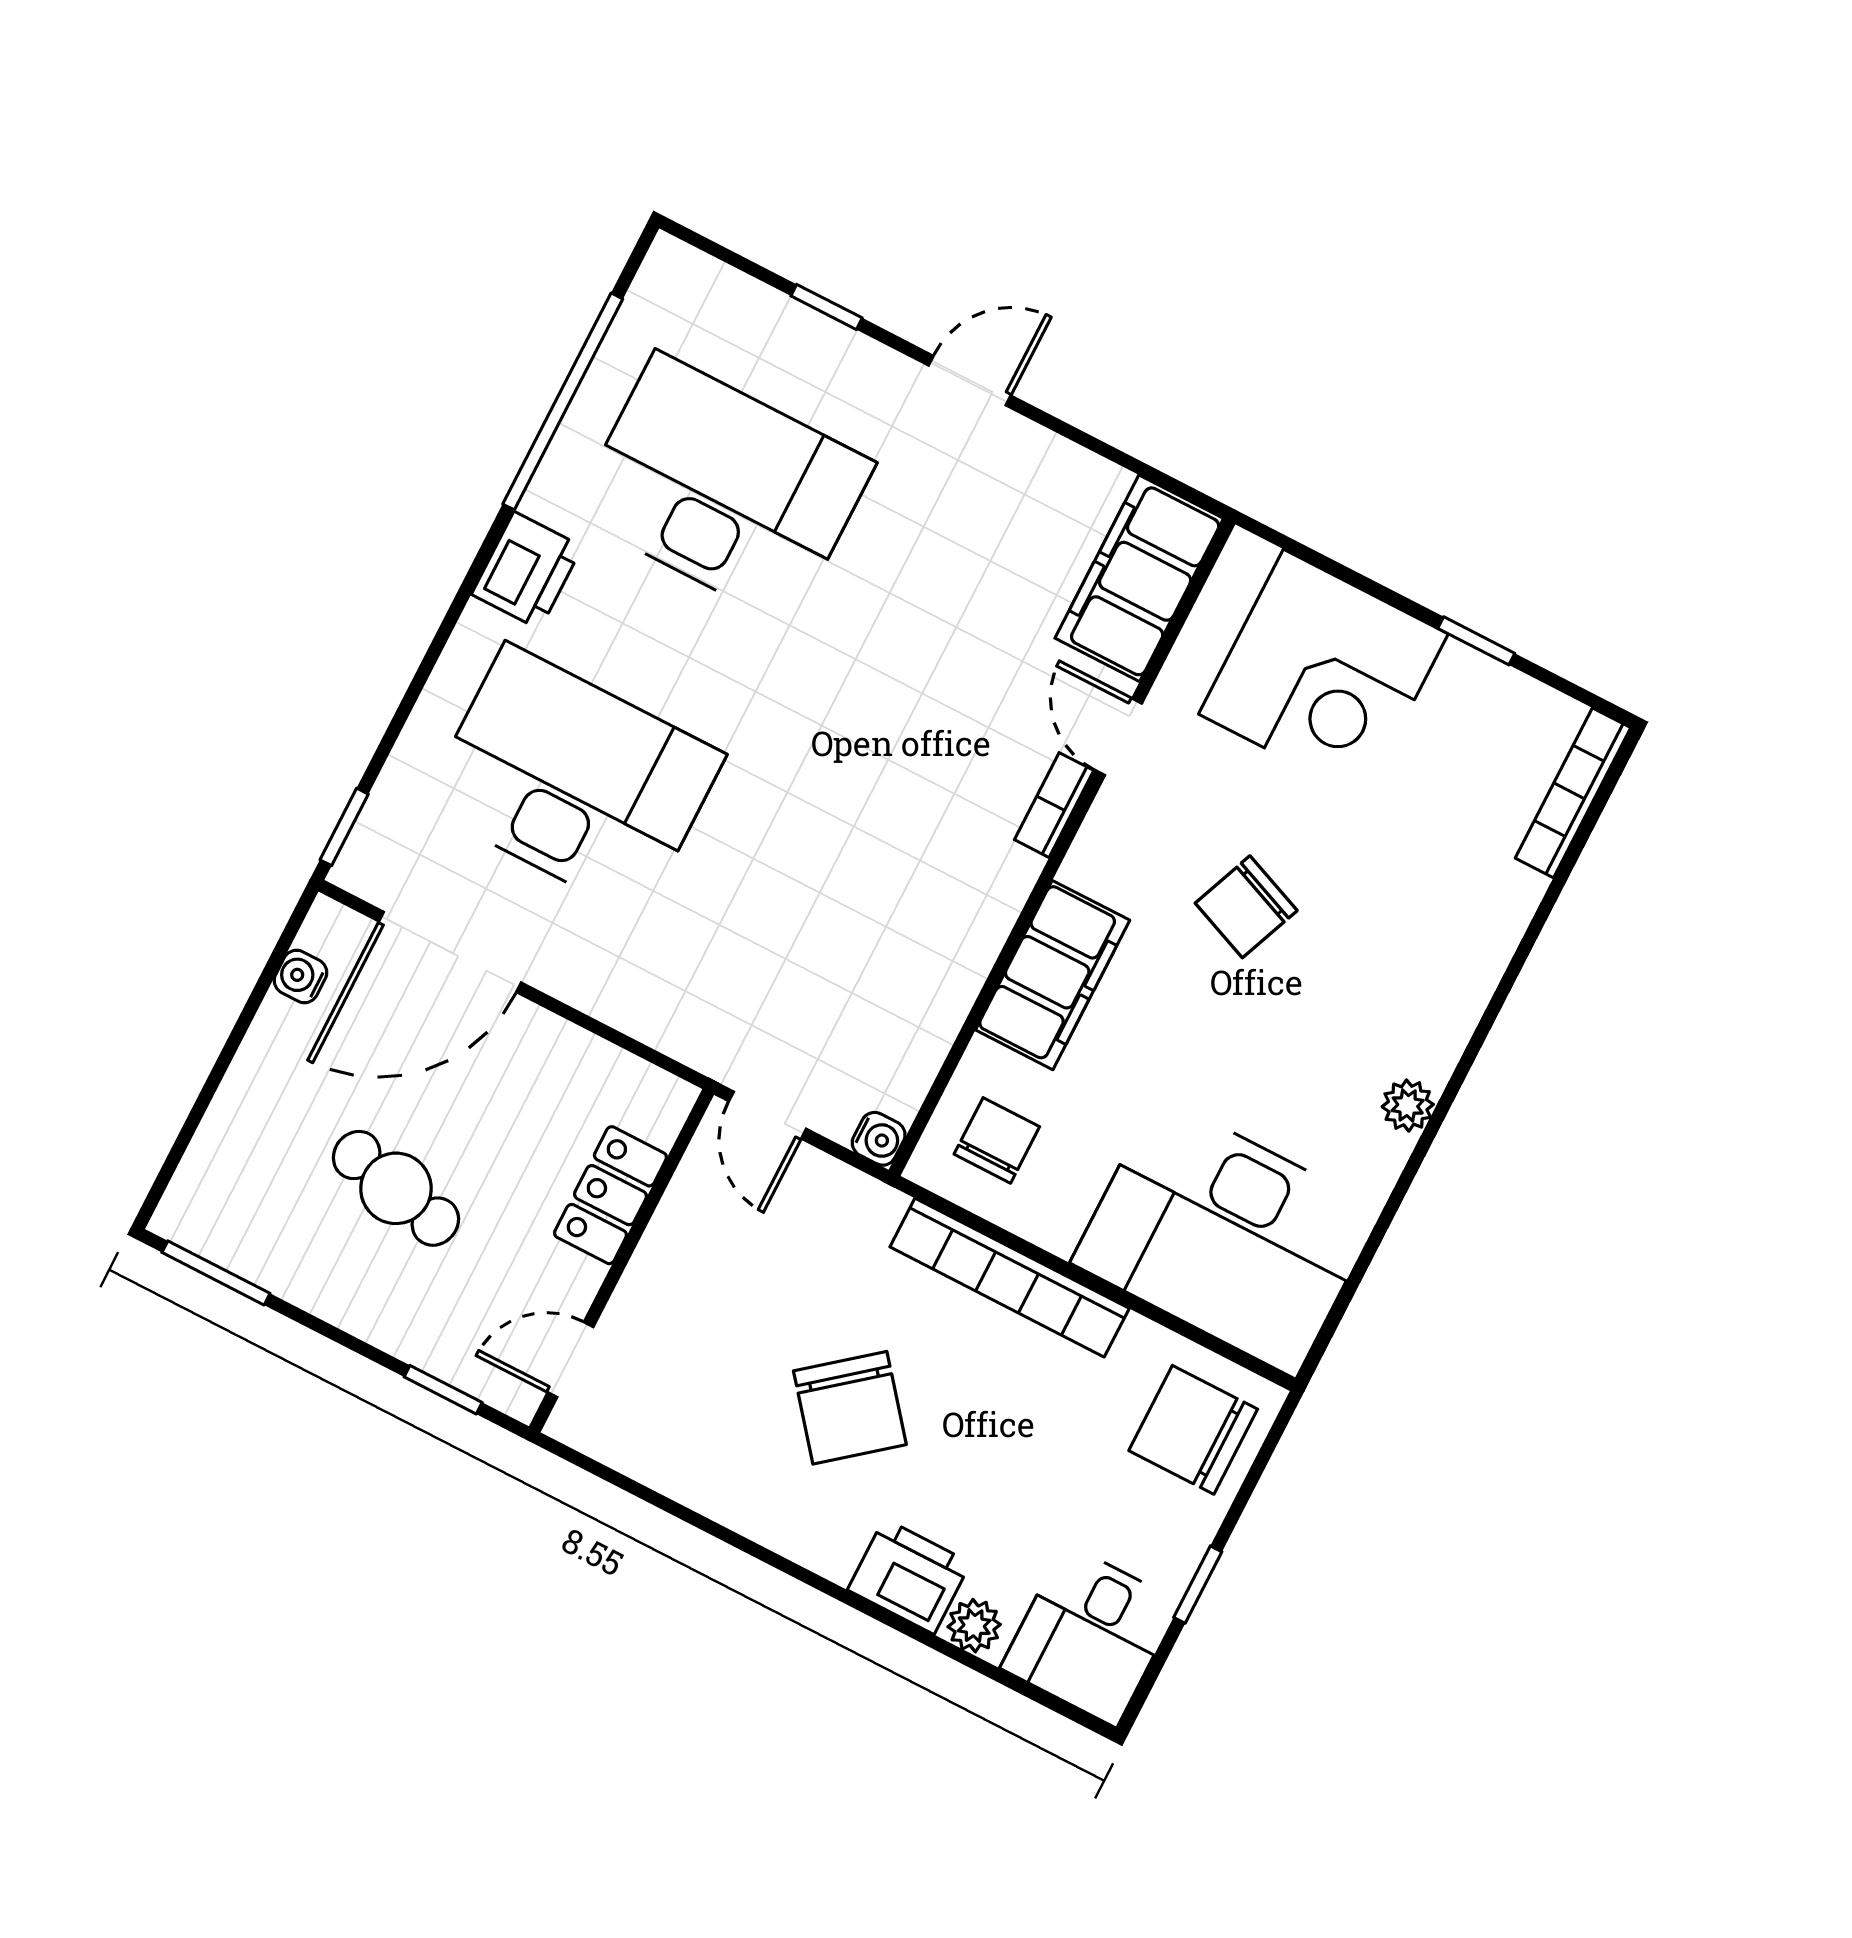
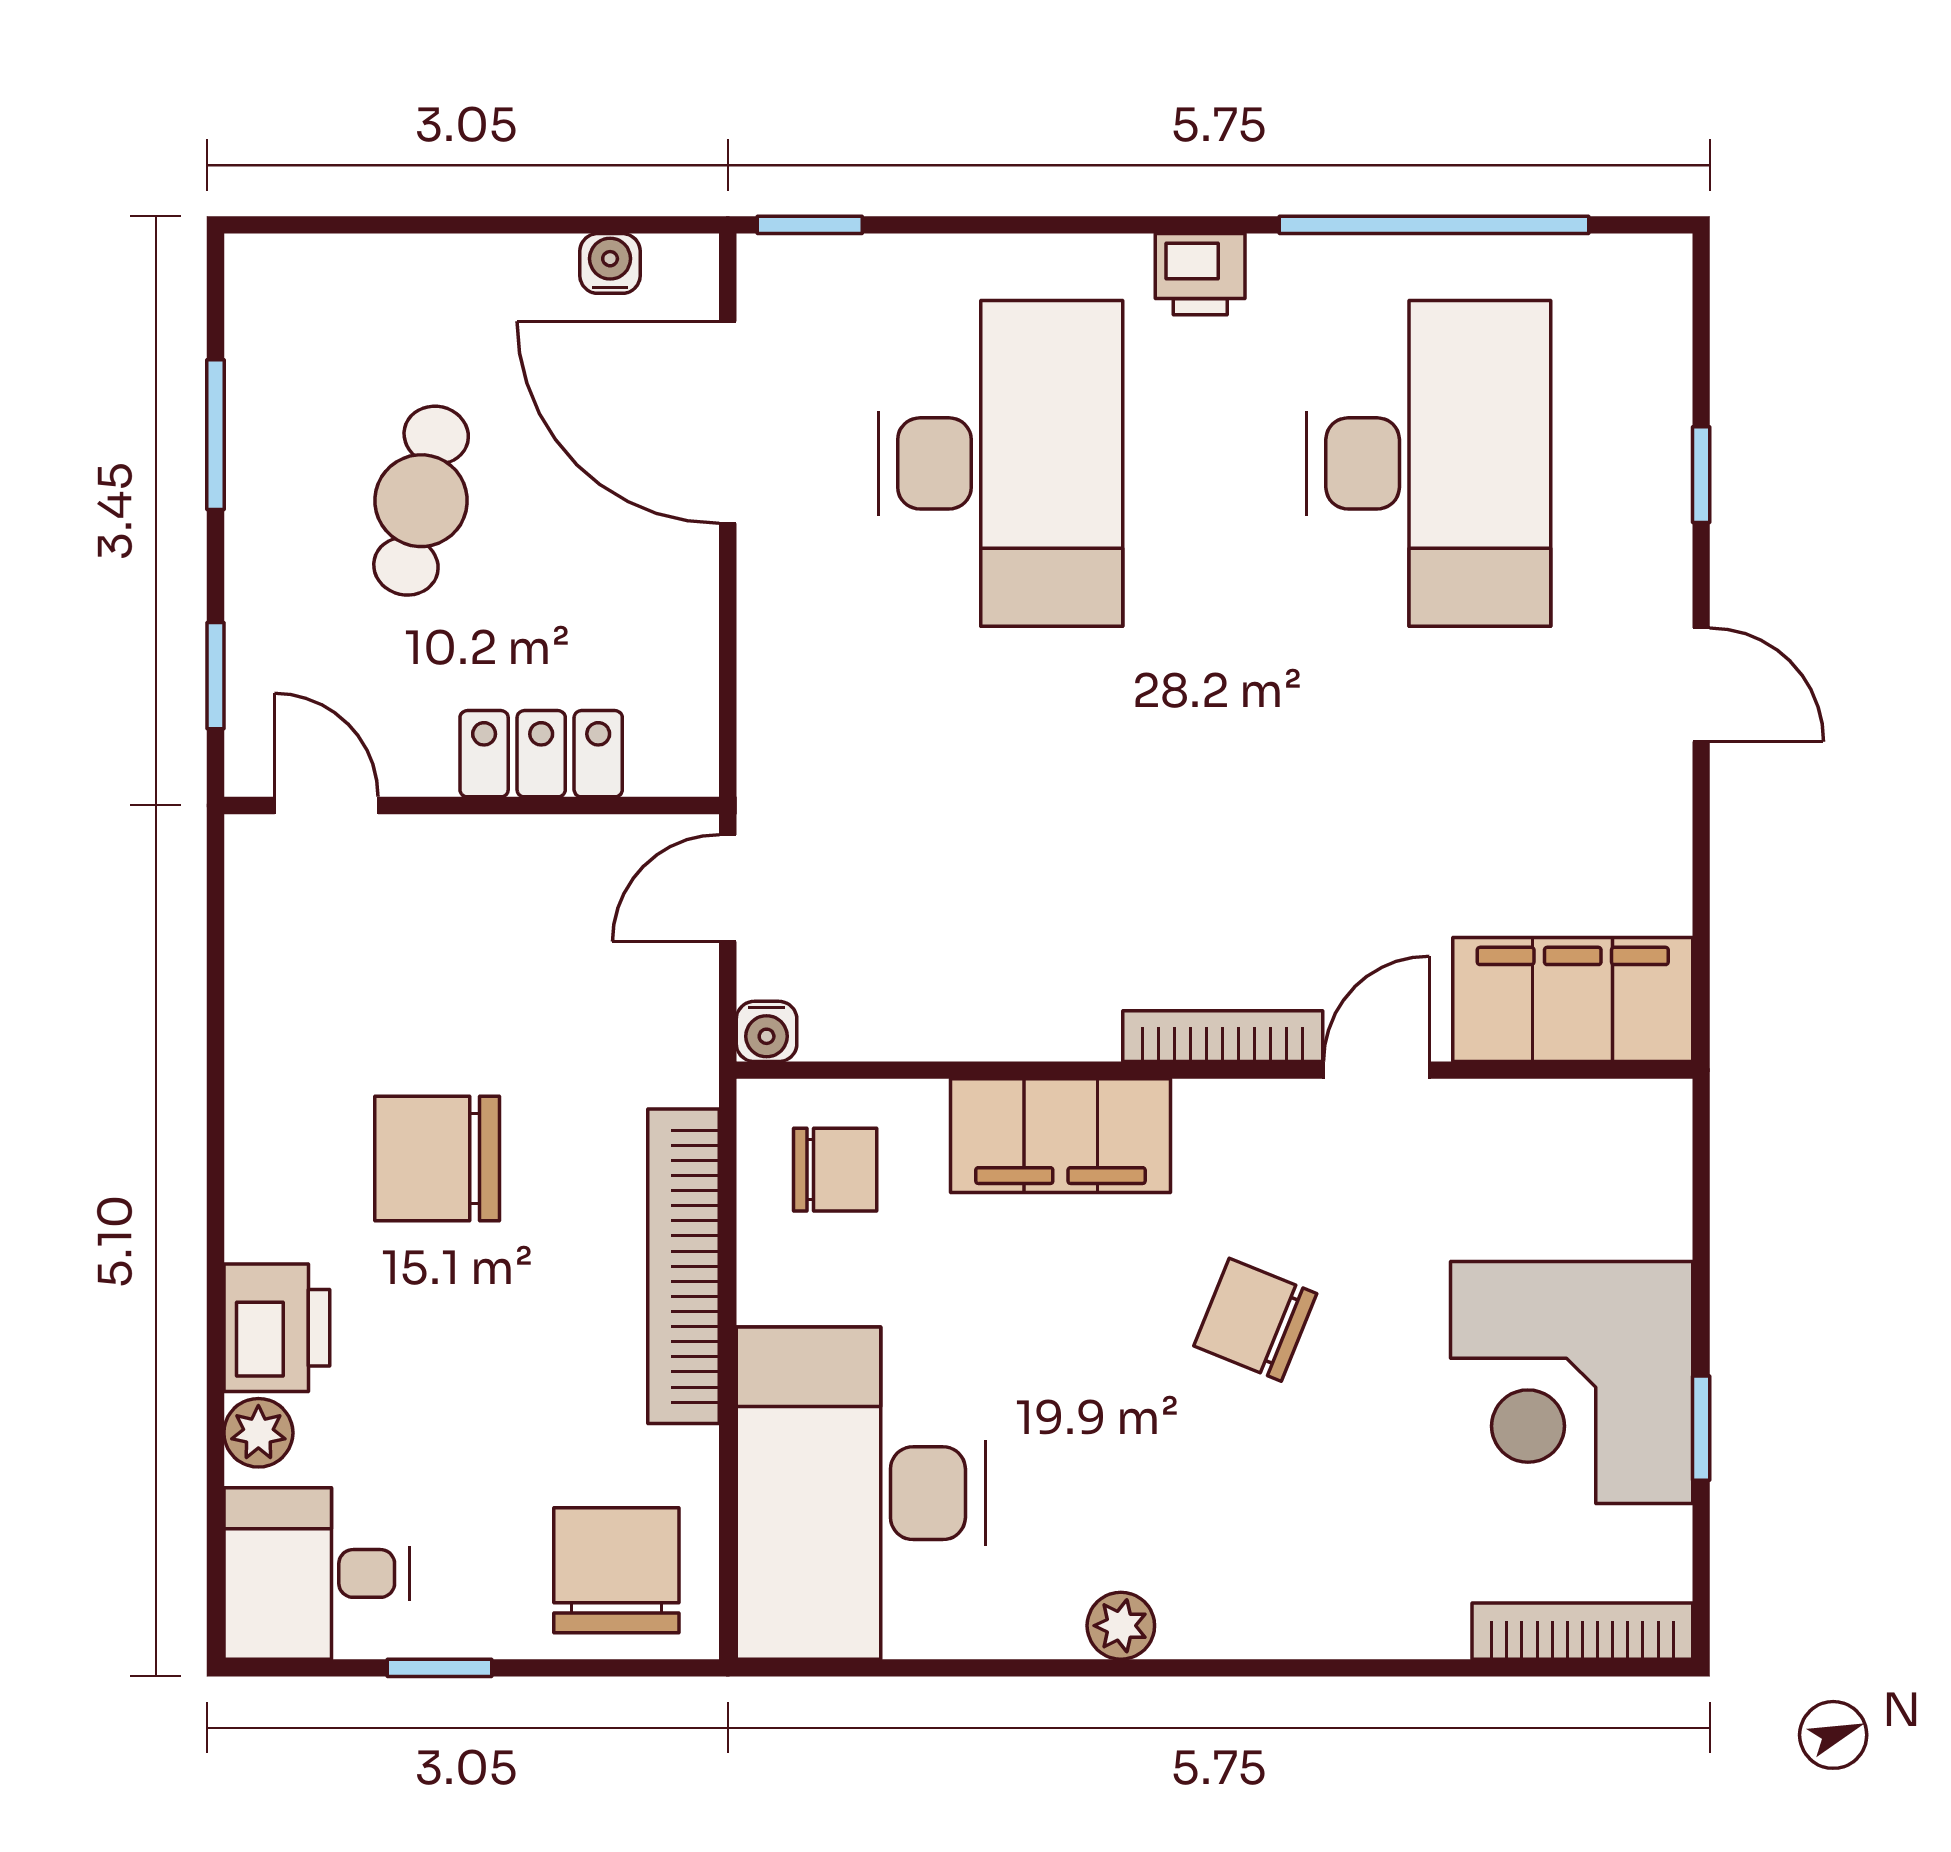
printer: (527, 570) -> (1200, 274), width x0.73, depth x0.81
corner desk: (1323, 674) -> (1572, 1383), moved
bookcase: (1054, 805) -> (1223, 1036), width x1.56
window: (216, 1273) -> (215, 435), moved
chair: (850, 1408) -> (437, 1159), turned 39

